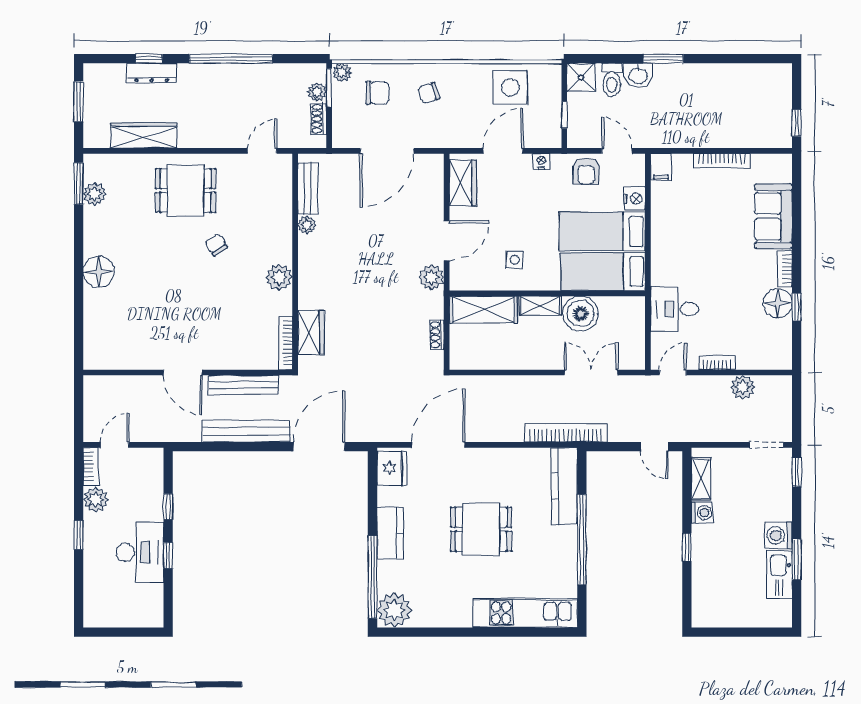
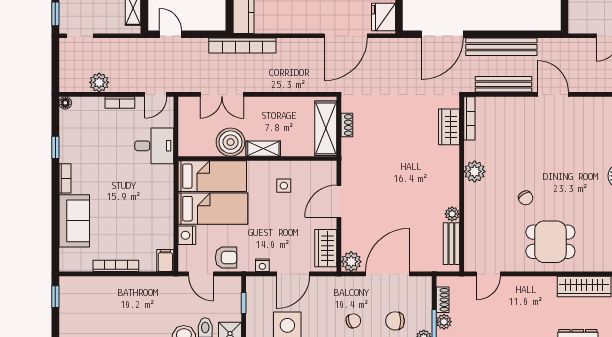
armchair: (586, 171) -> (226, 258), turned 90
plant: (431, 277) -> (351, 262), moved
floor lamp: (778, 303) -> (65, 103), moved, width x0.53, depth x0.53
shelving: (483, 310) -> (326, 128), moved, turned 90

